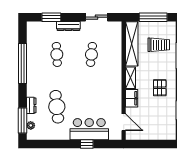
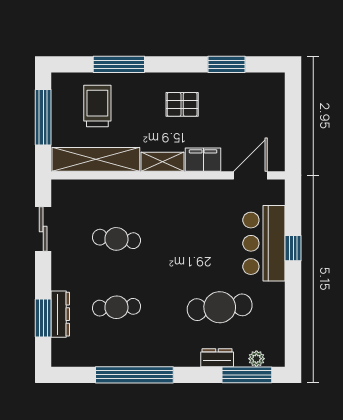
dresser: (68, 26) -> (60, 314), moved

